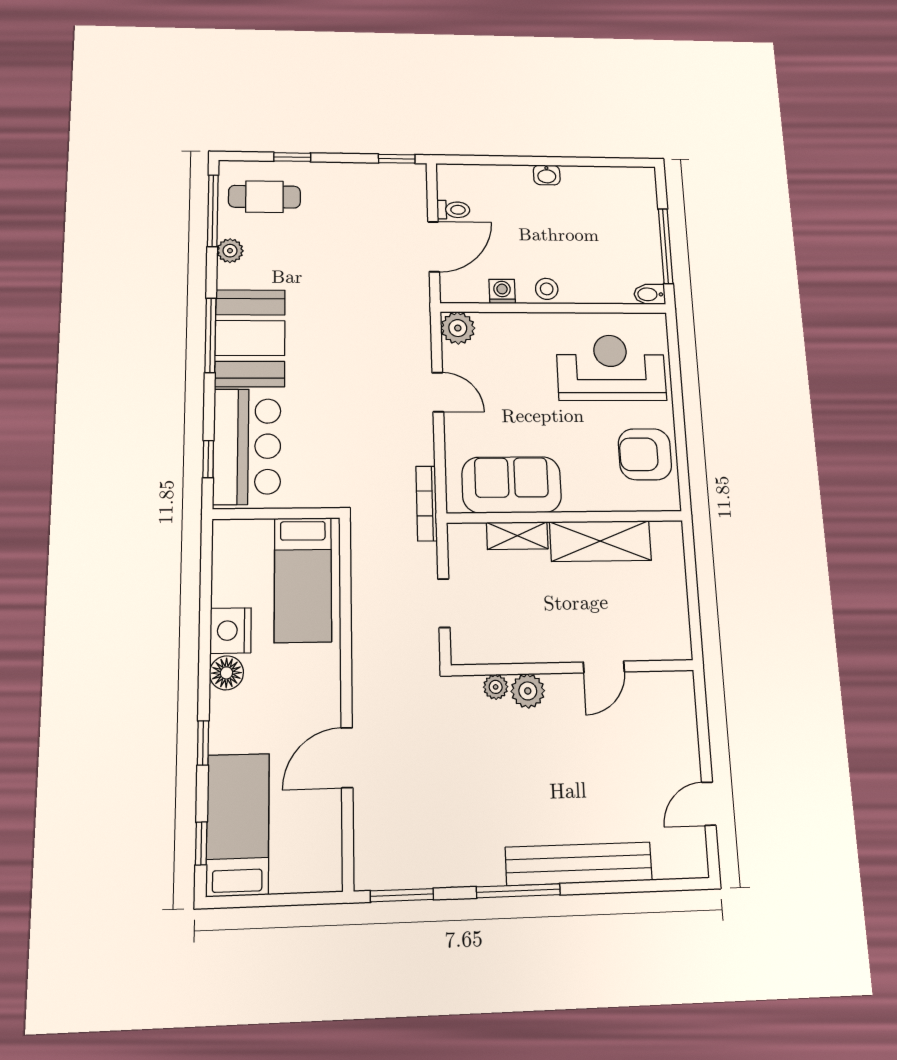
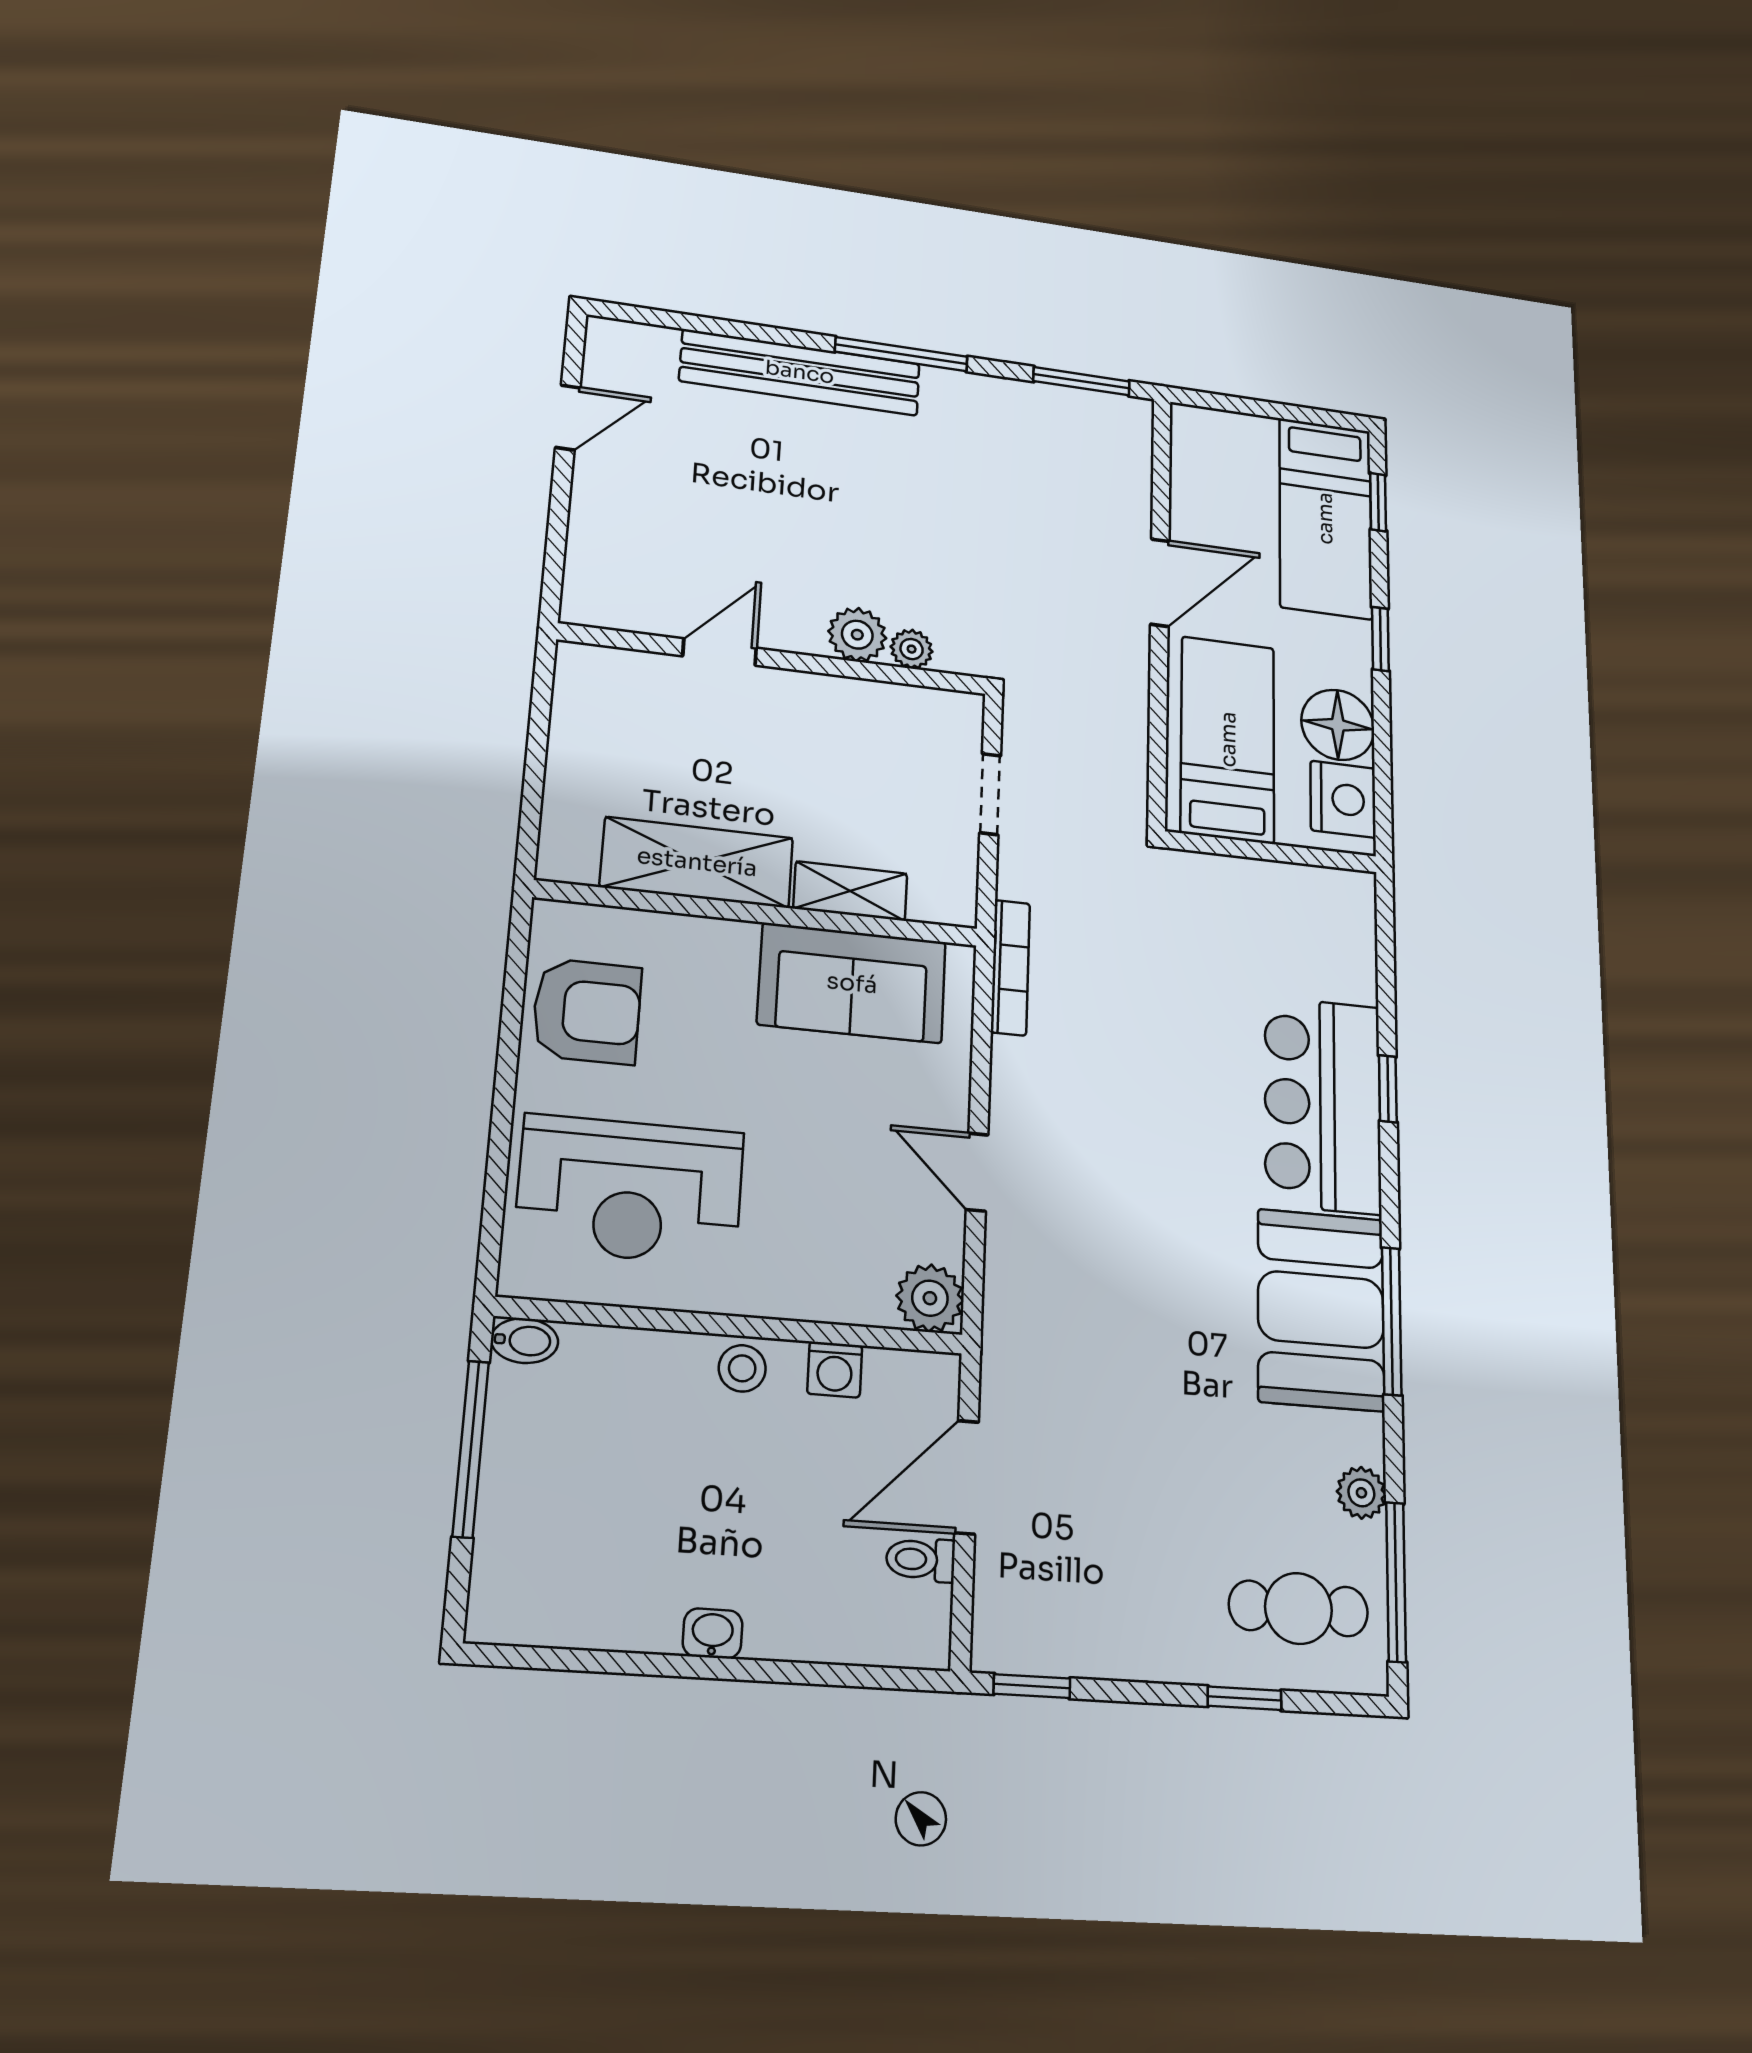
wall: (276, 514) -> (1271, 852), moved
bed: (303, 579) -> (1228, 739), moved
floor lamp: (226, 673) -> (1338, 725), width x1.38, depth x1.38

